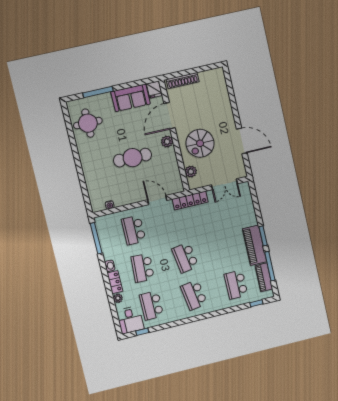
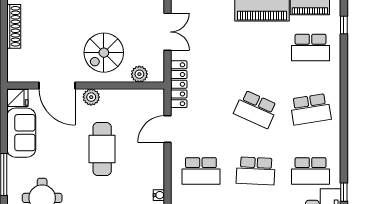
shoe rack: (183, 81) -> (14, 26), moved
spiral stairs: (200, 143) -> (104, 53), turned 90
school desk: (185, 258) -> (256, 109), turned 33

